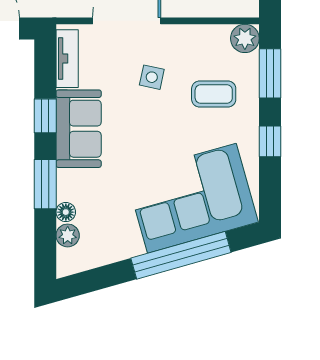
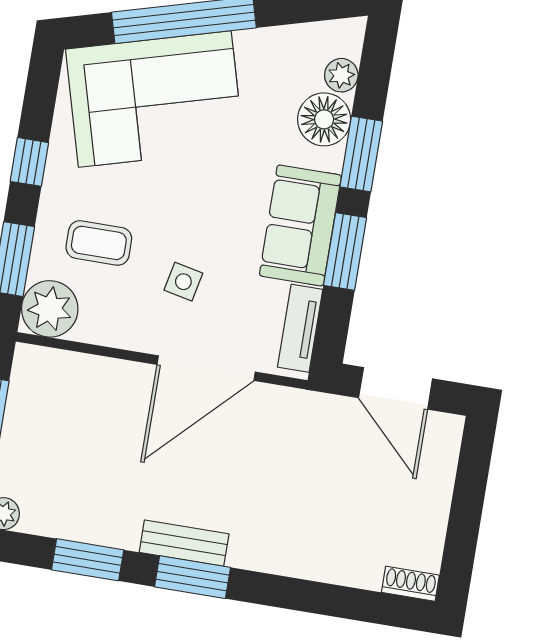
plant: (245, 38) -> (50, 309), width x1.36, depth x1.36
window: (45, 116) -> (345, 251), width x1.50
floor lamp: (66, 212) -> (324, 119), width x1.89, depth x1.89

